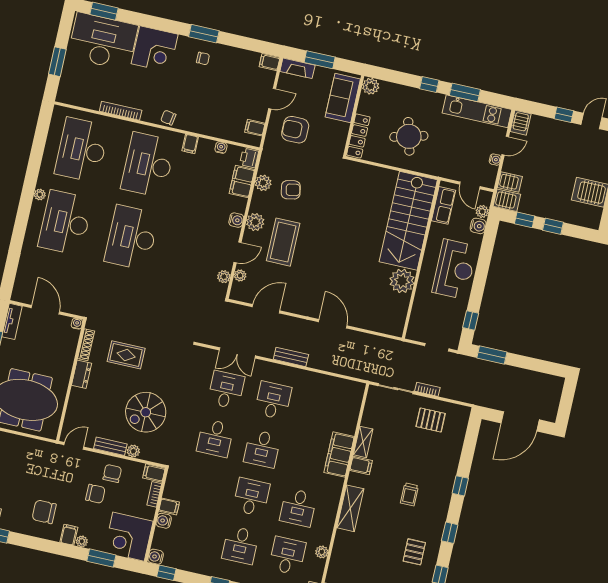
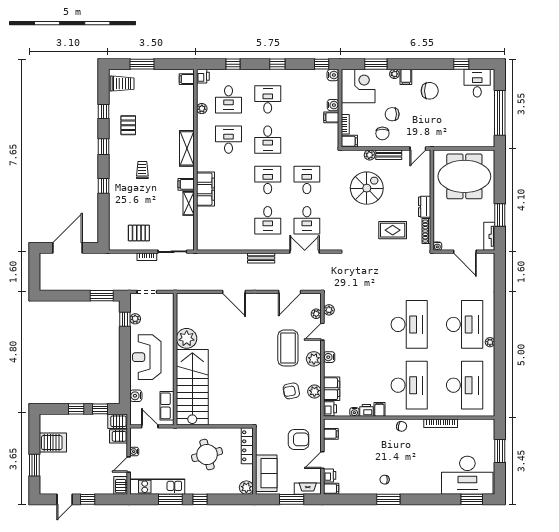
corner desk: (155, 49) -> (425, 478), removed
printer: (268, 78) -> (330, 475), added
printer: (206, 146) -> (366, 410), added
plant: (482, 211) -> (135, 319), moved

